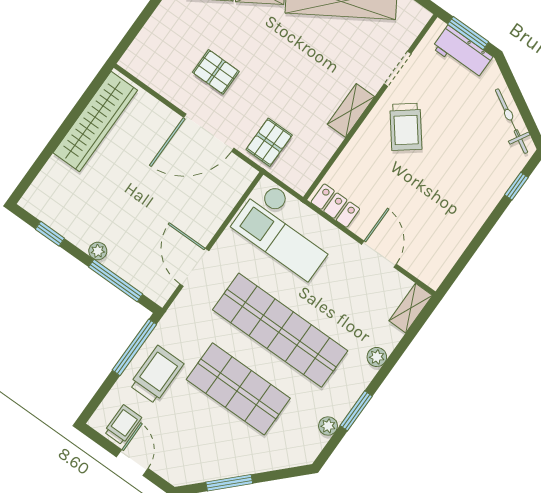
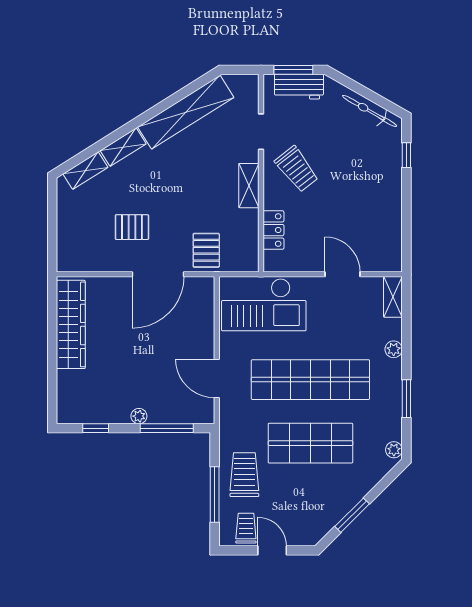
locker: (335, 206) -> (273, 230), moved, turned 90
window: (134, 347) -> (215, 494), moved
plant: (328, 426) -> (394, 450), moved

